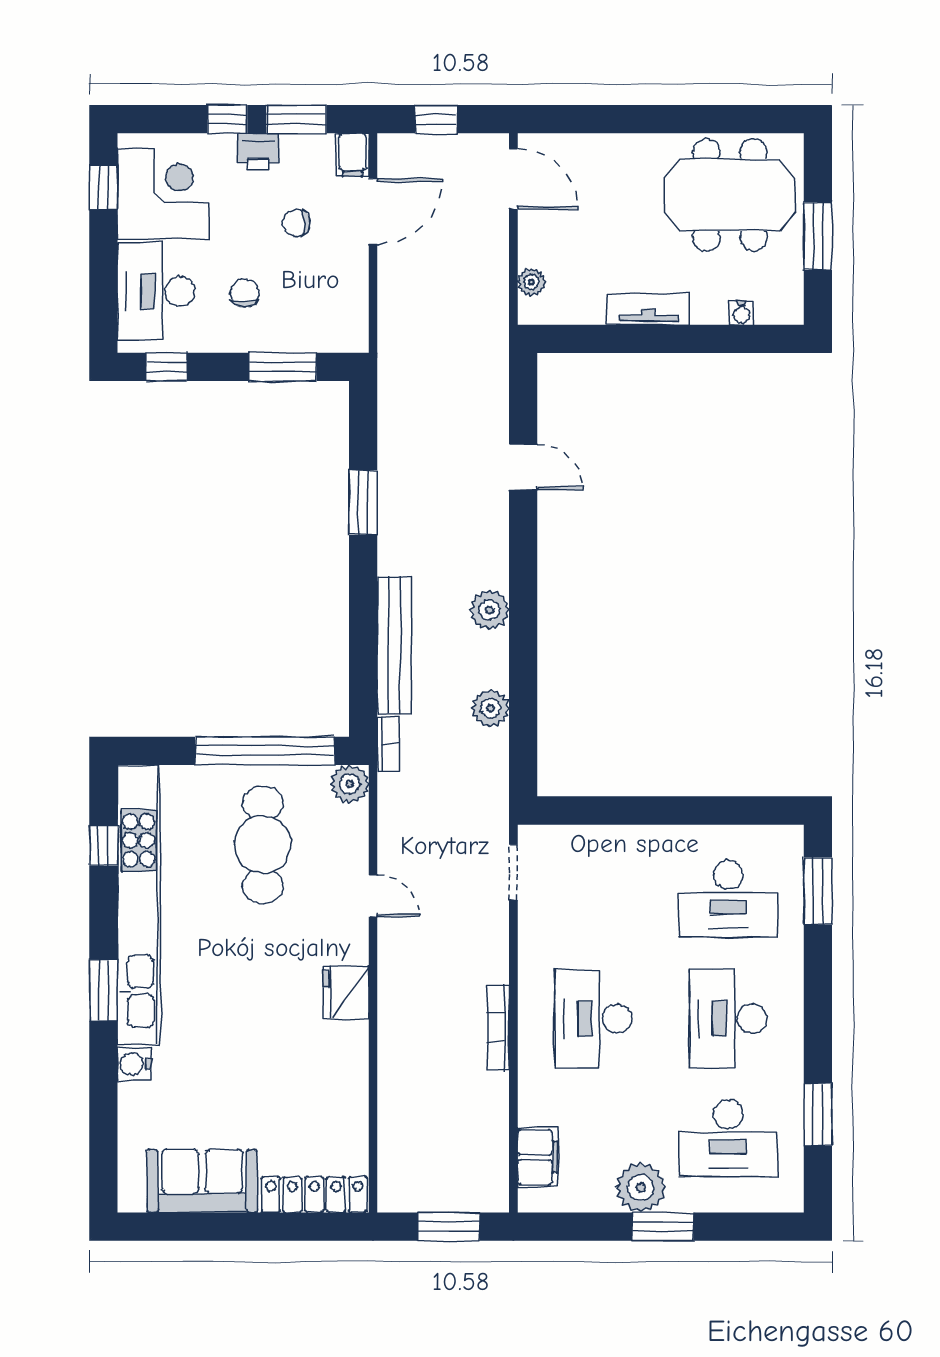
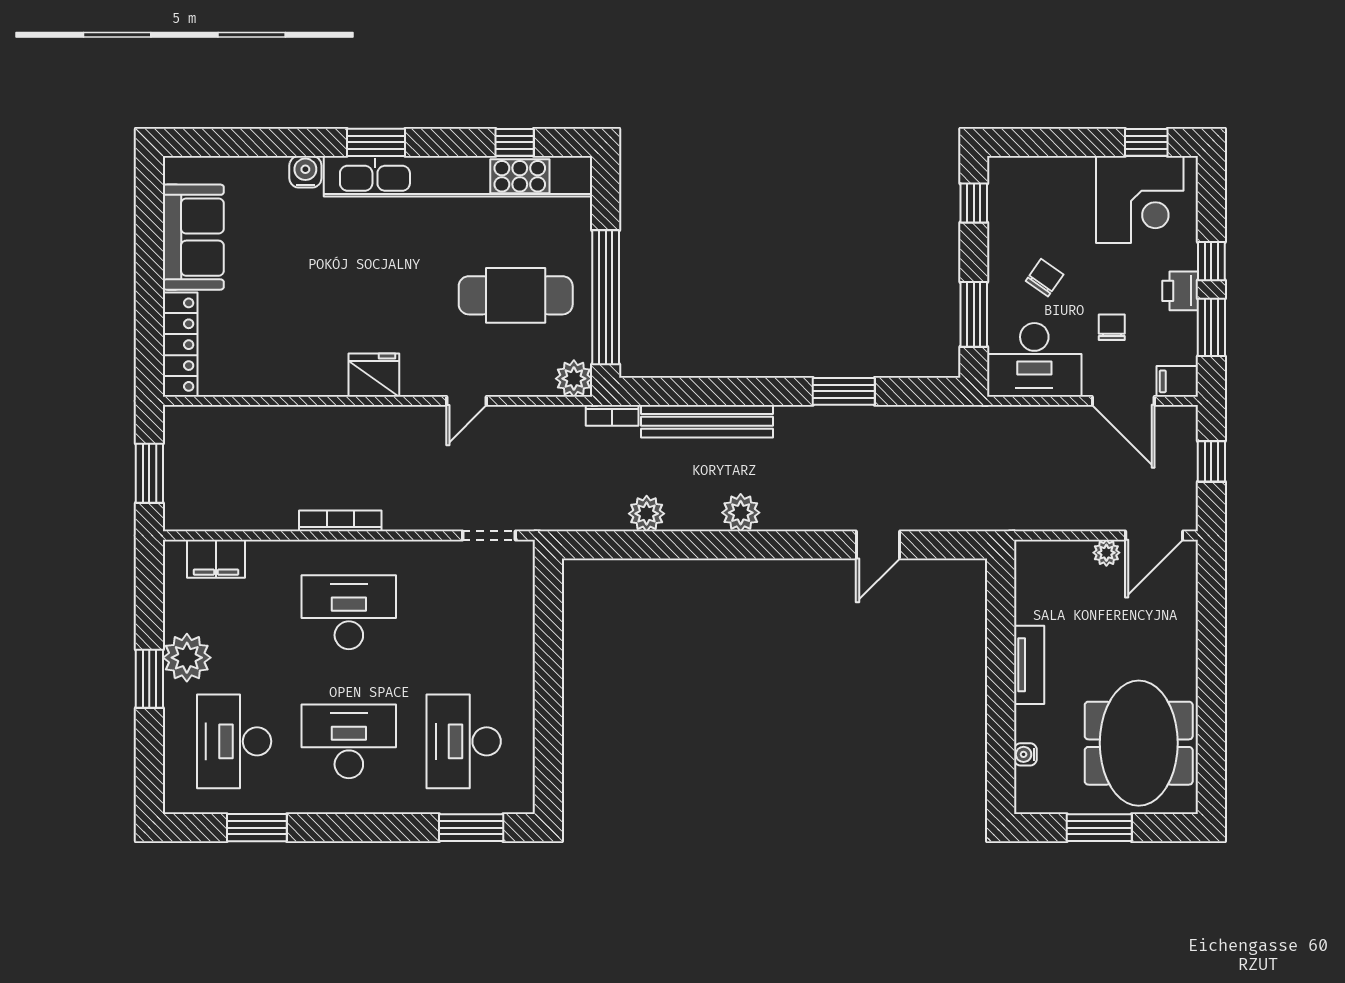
plant: (531, 282) -> (1106, 553), moved
desk: (156, 291) -> (1034, 360), moved, turned 180
chair: (245, 293) -> (1045, 278), turned -55

